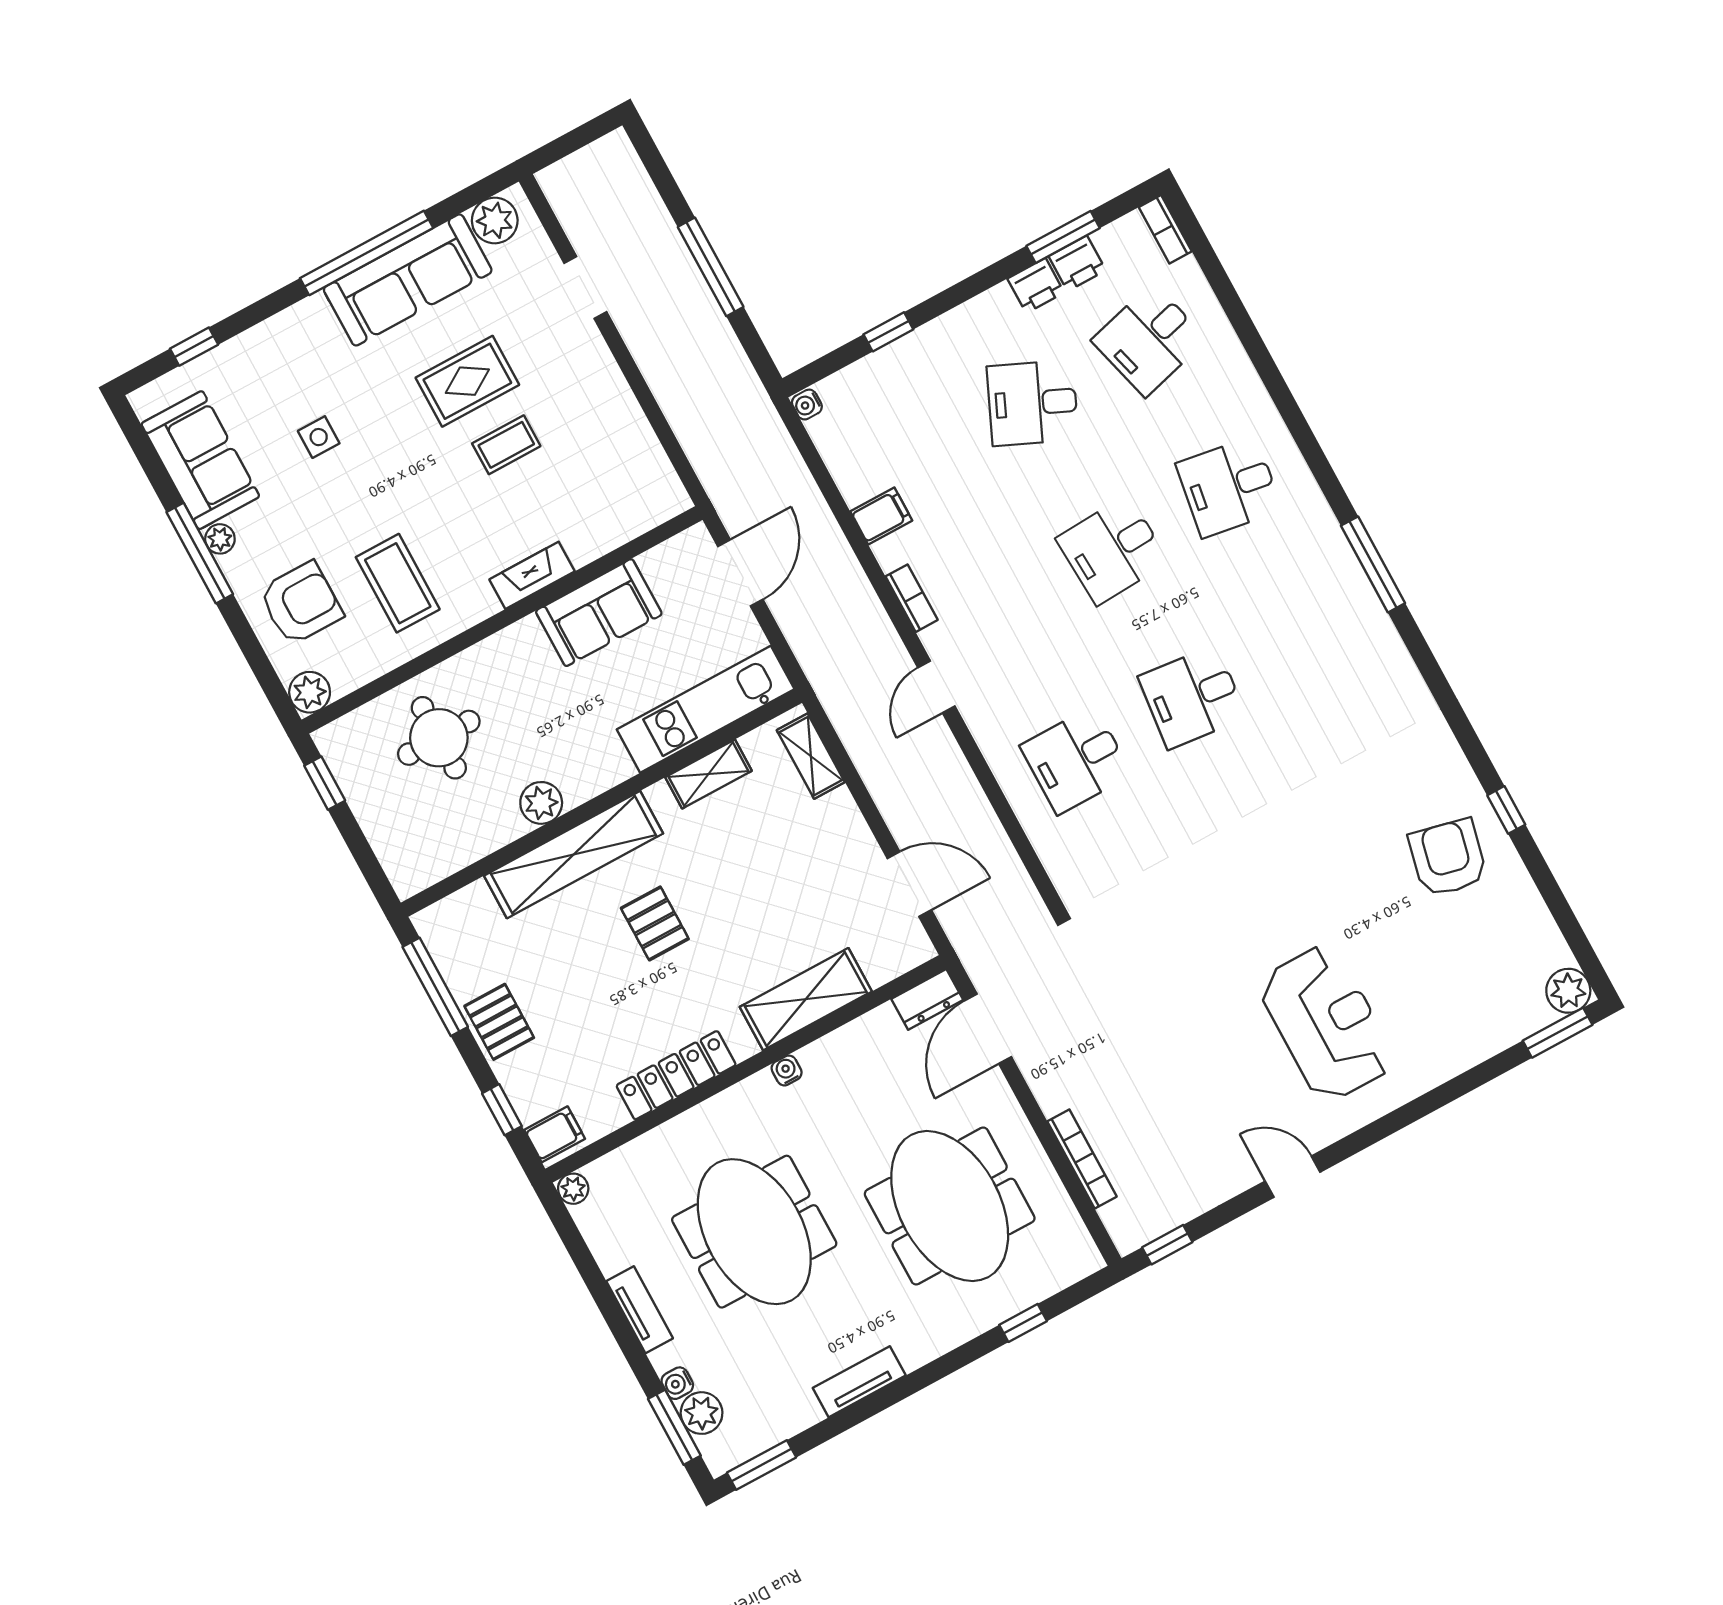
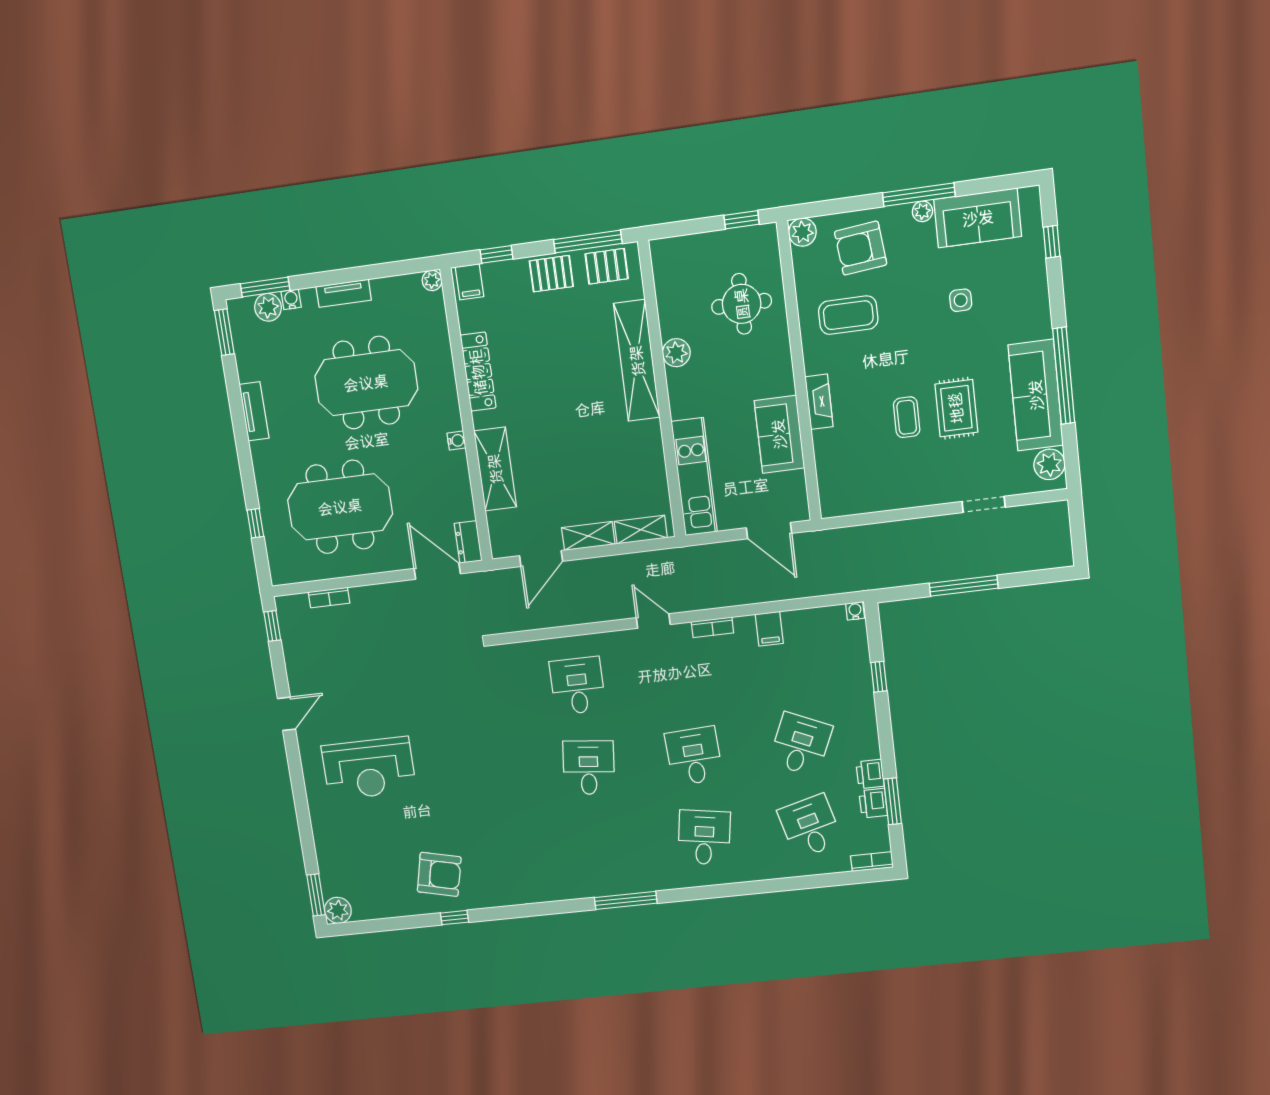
armchair: (301, 603) -> (861, 248), turned 84
shelving: (708, 774) -> (588, 536), moved, turned 90
pallet: (655, 923) -> (607, 266), moved
bookcase: (1082, 1159) -> (329, 598), width x0.64

